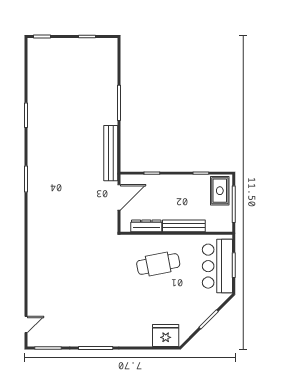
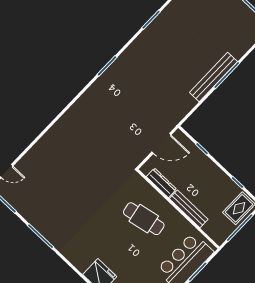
bench: (111, 153) -> (213, 77), moved

